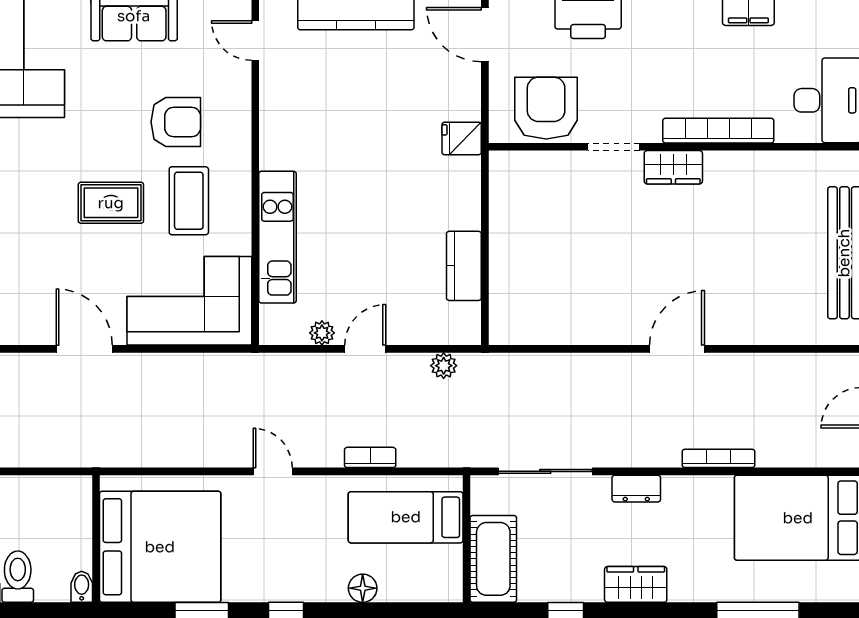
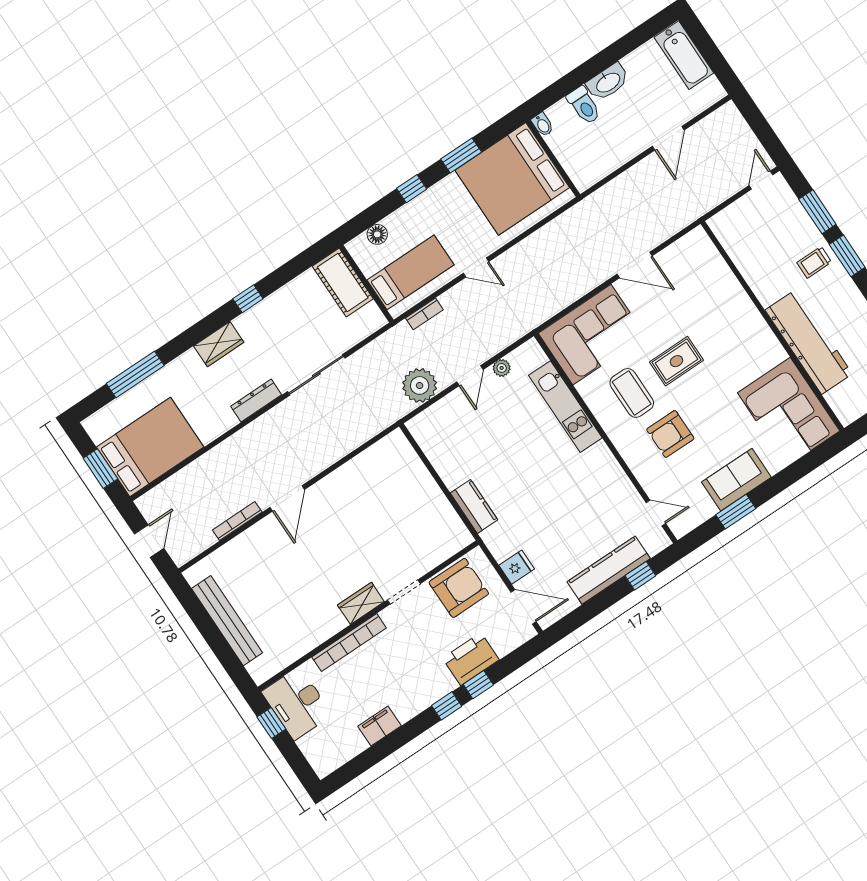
armchair: (546, 108) -> (459, 588), turned -90
fridge: (462, 138) -> (517, 567), moved
kitchen counter: (464, 266) -> (474, 506), moved
plant: (444, 366) -> (420, 385), width x1.88, depth x1.88
bookcase: (718, 458) -> (237, 521), moved, turned 180
dresser: (636, 489) -> (256, 401), width x1.44
bed: (406, 517) -> (410, 272), moved
wall: (466, 539) -> (366, 284), moved
cot: (493, 559) -> (343, 282), moved

